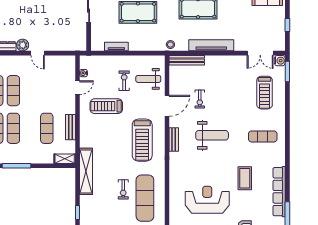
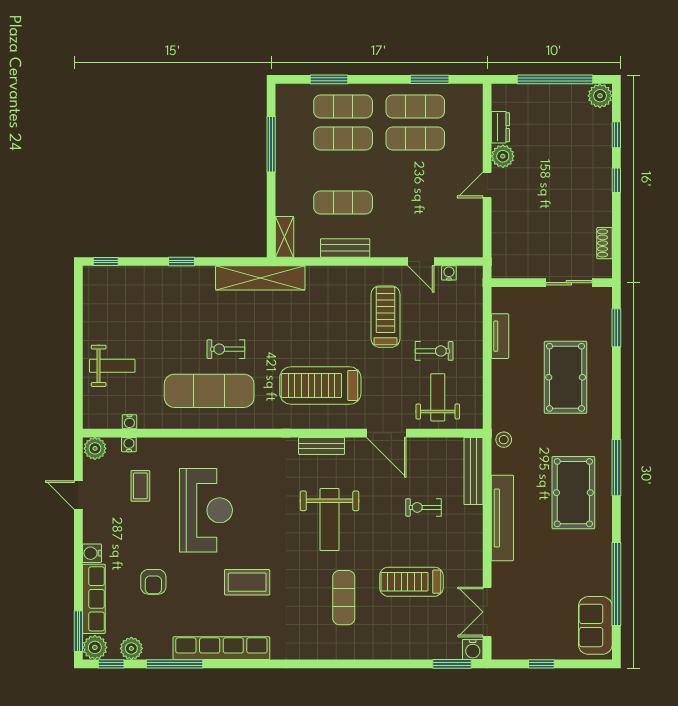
treadmill: (265, 93) -> (411, 582), moved
exercise bike: (200, 99) -> (423, 507), moved
exercise mat: (263, 136) -> (344, 598), moved

